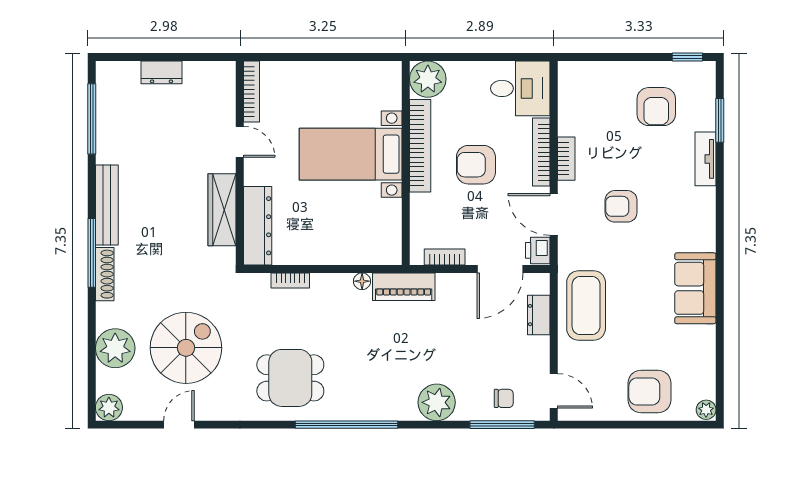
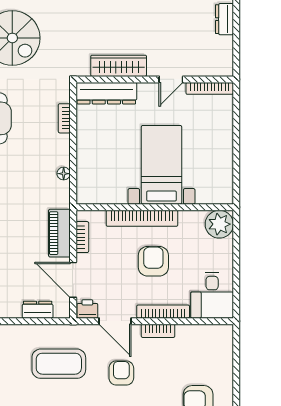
bookcase: (420, 146) -> (142, 218), moved
door: (554, 214) -> (115, 321), swing flipped
piano: (404, 287) -> (59, 233), moved
coffee table: (586, 305) -> (59, 364), moved

